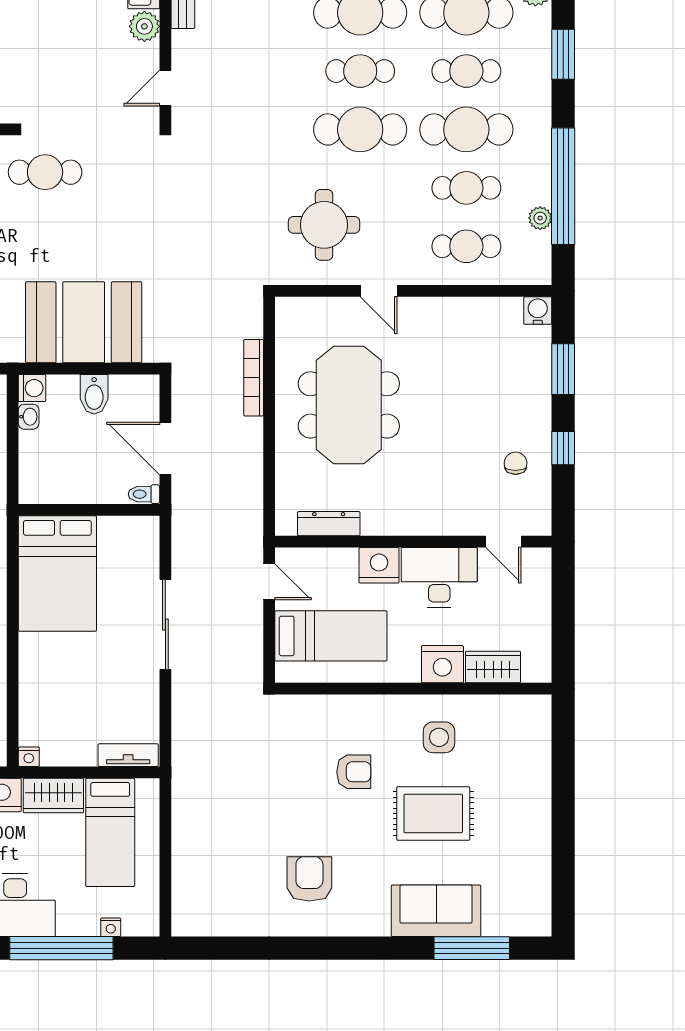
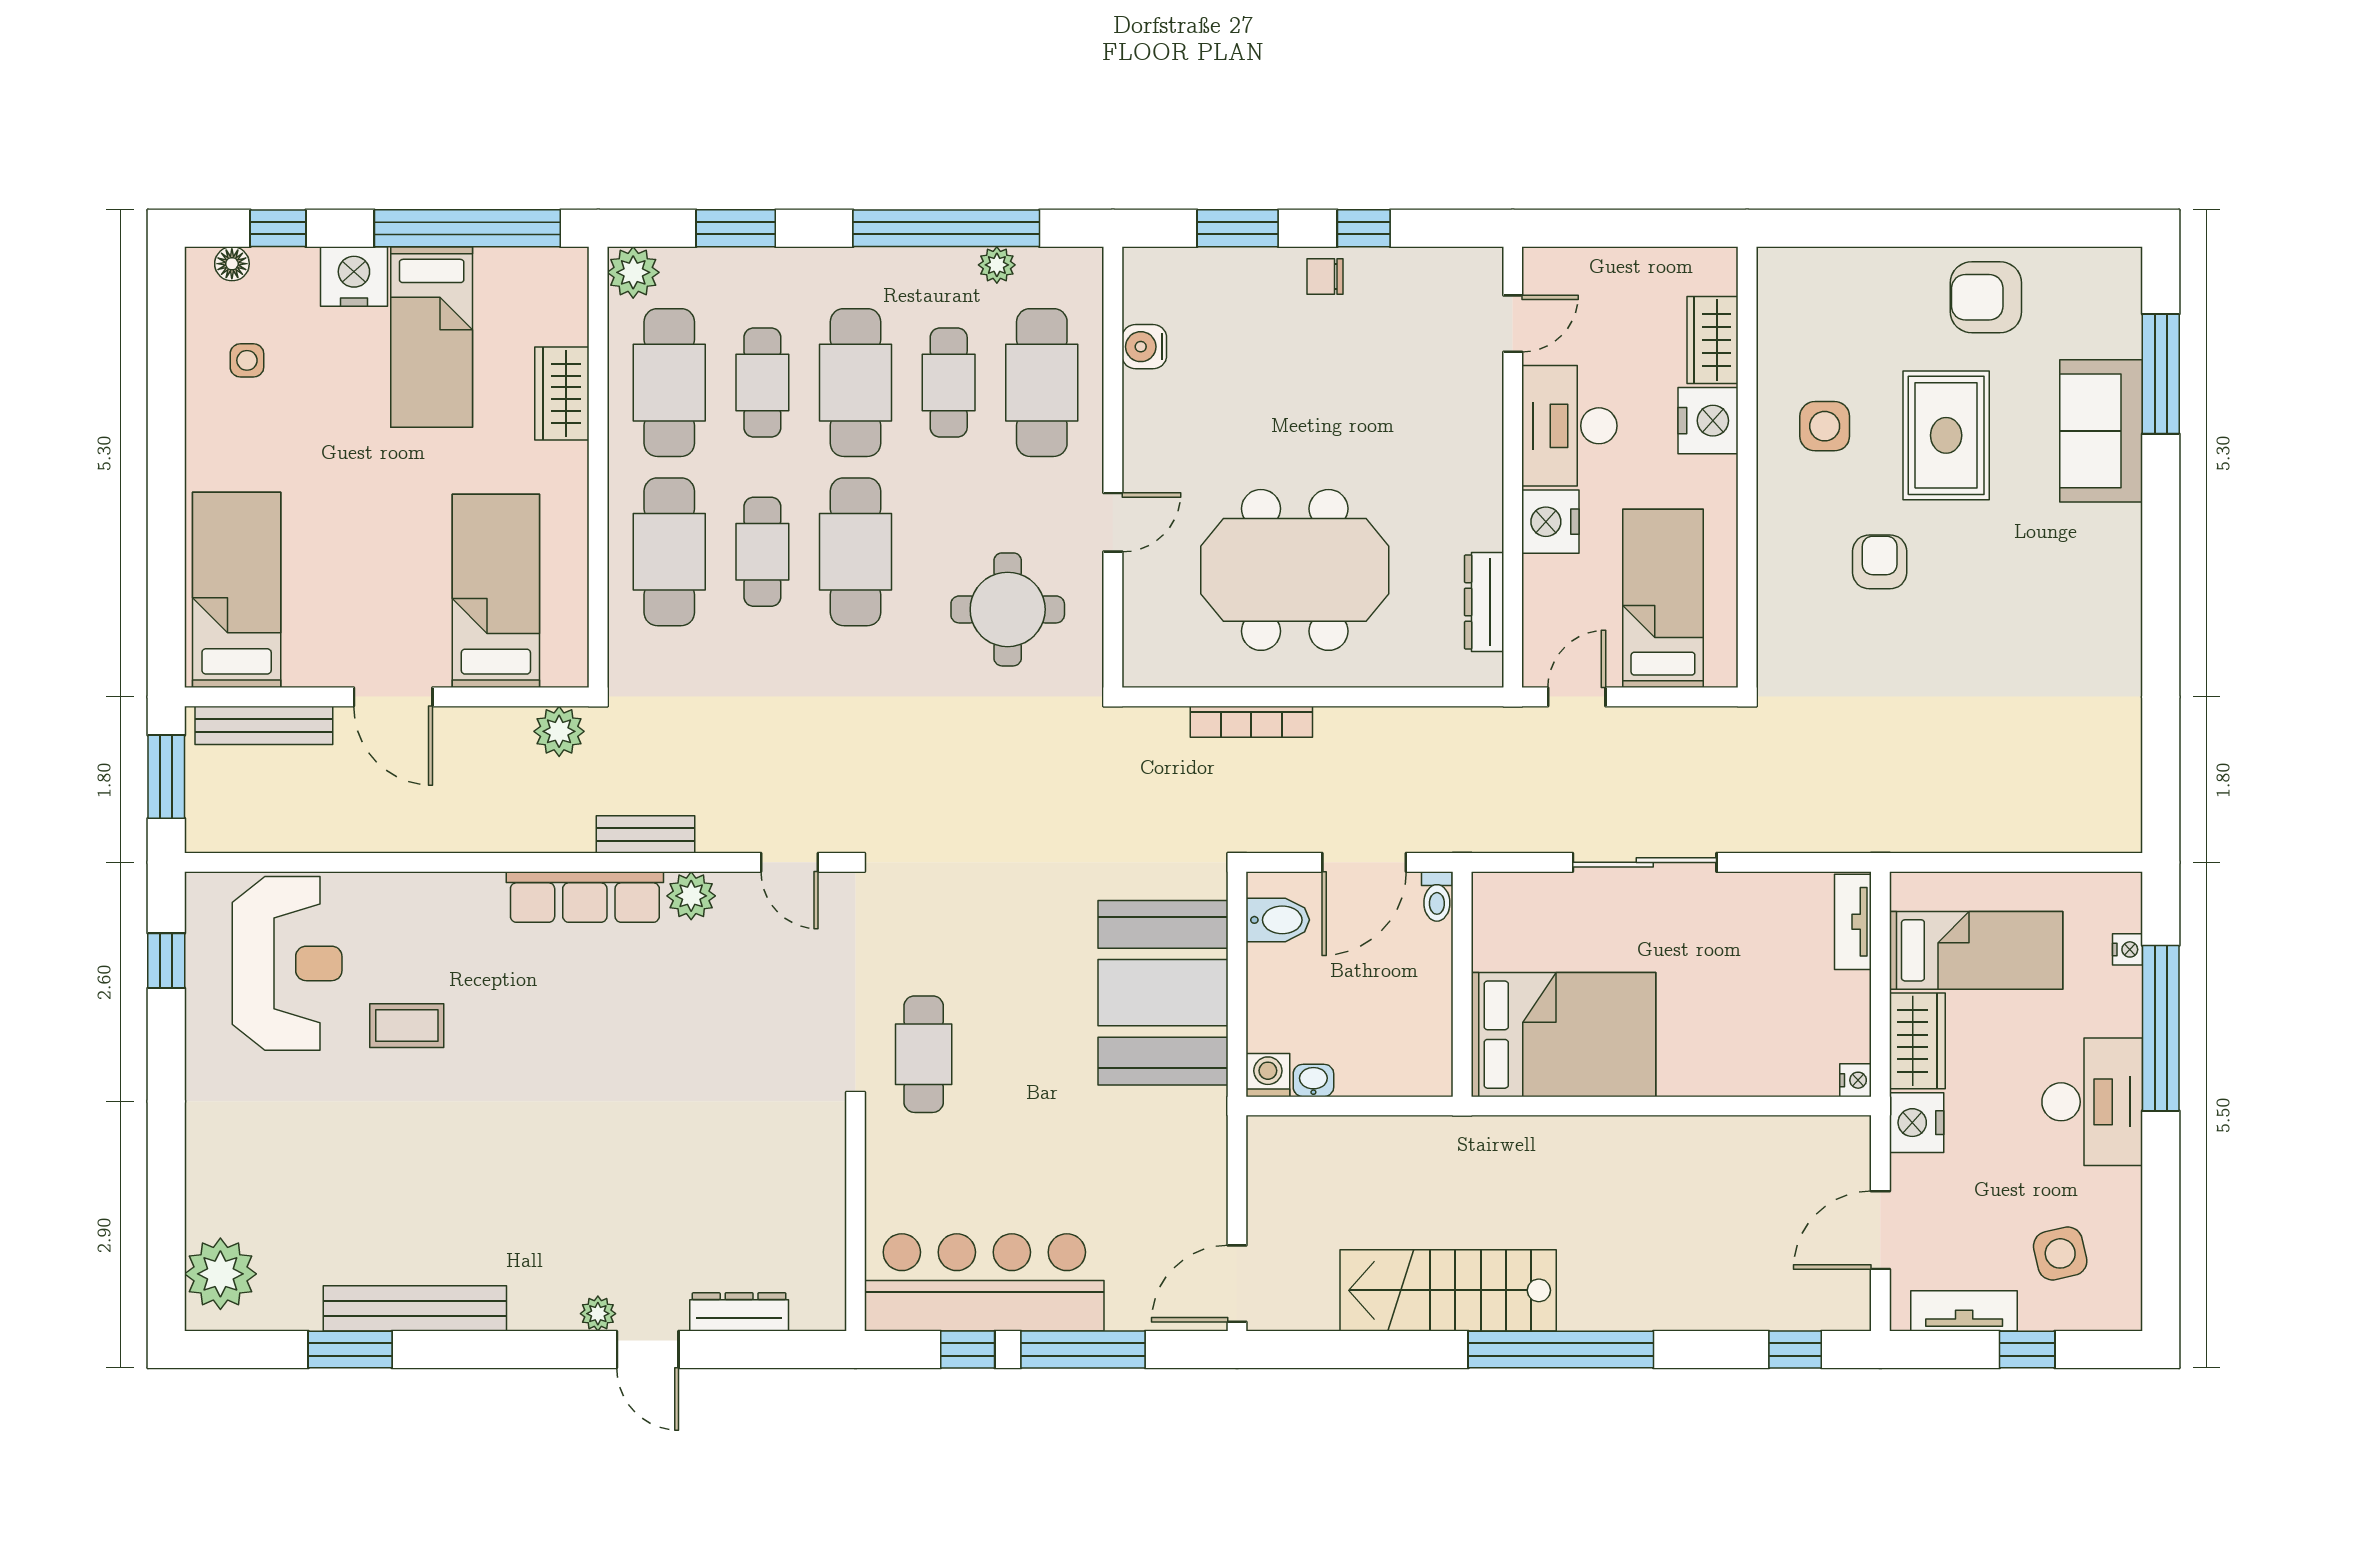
cafe table: (466, 246) -> (1042, 383), width x1.37, depth x1.35
water cooler: (538, 311) -> (1144, 347), moved
bidet: (94, 394) -> (1278, 920), moved
chair: (516, 463) -> (1325, 276), moved
armchair: (309, 879) -> (1986, 297), moved

